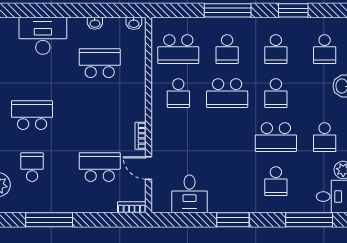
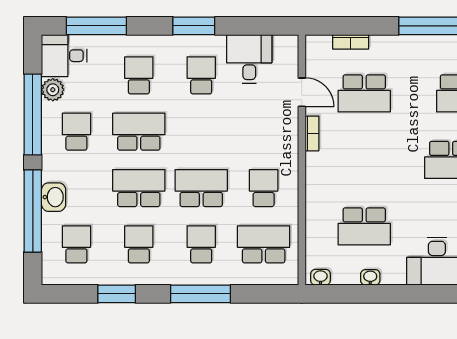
school desk: (276, 93) -> (139, 188), width x1.85
school desk: (227, 181) -> (201, 75), added
bookcase: (132, 207) -> (351, 42), moved

